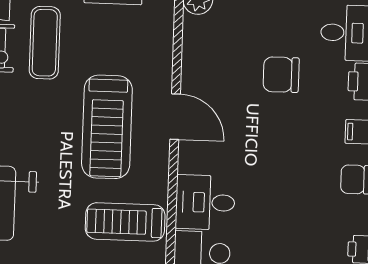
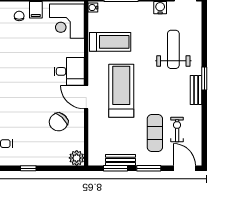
chair: (281, 75) -> (58, 122), moved, turned 133
desk: (205, 202) -> (69, 71), moved

